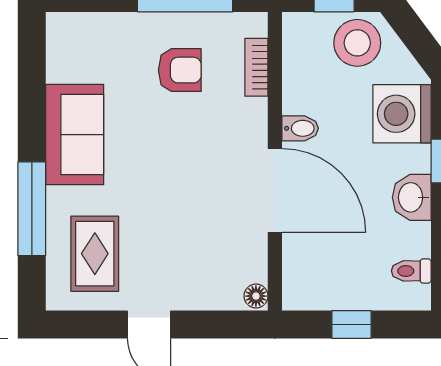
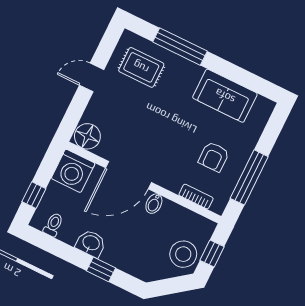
washing machine: (402, 114) -> (73, 171), moved, turned 180
sofa: (75, 135) -> (225, 96), moved
floor lamp: (256, 296) -> (87, 136), width x1.89, depth x1.89
window: (352, 324) -> (34, 195), moved

